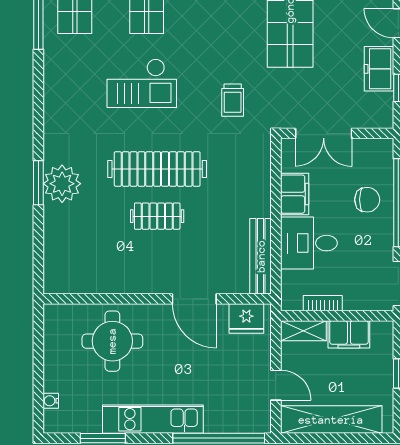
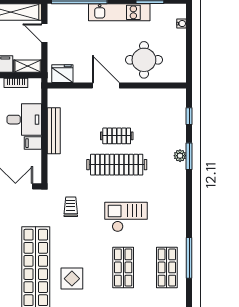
plant: (62, 184) -> (180, 156), width x0.53, depth x0.53
filing cabinet: (295, 194) -> (33, 143), width x0.50
window: (38, 249) -> (189, 116), added
bench: (261, 256) -> (54, 131), moved
door: (194, 299) -> (106, 86), moved

